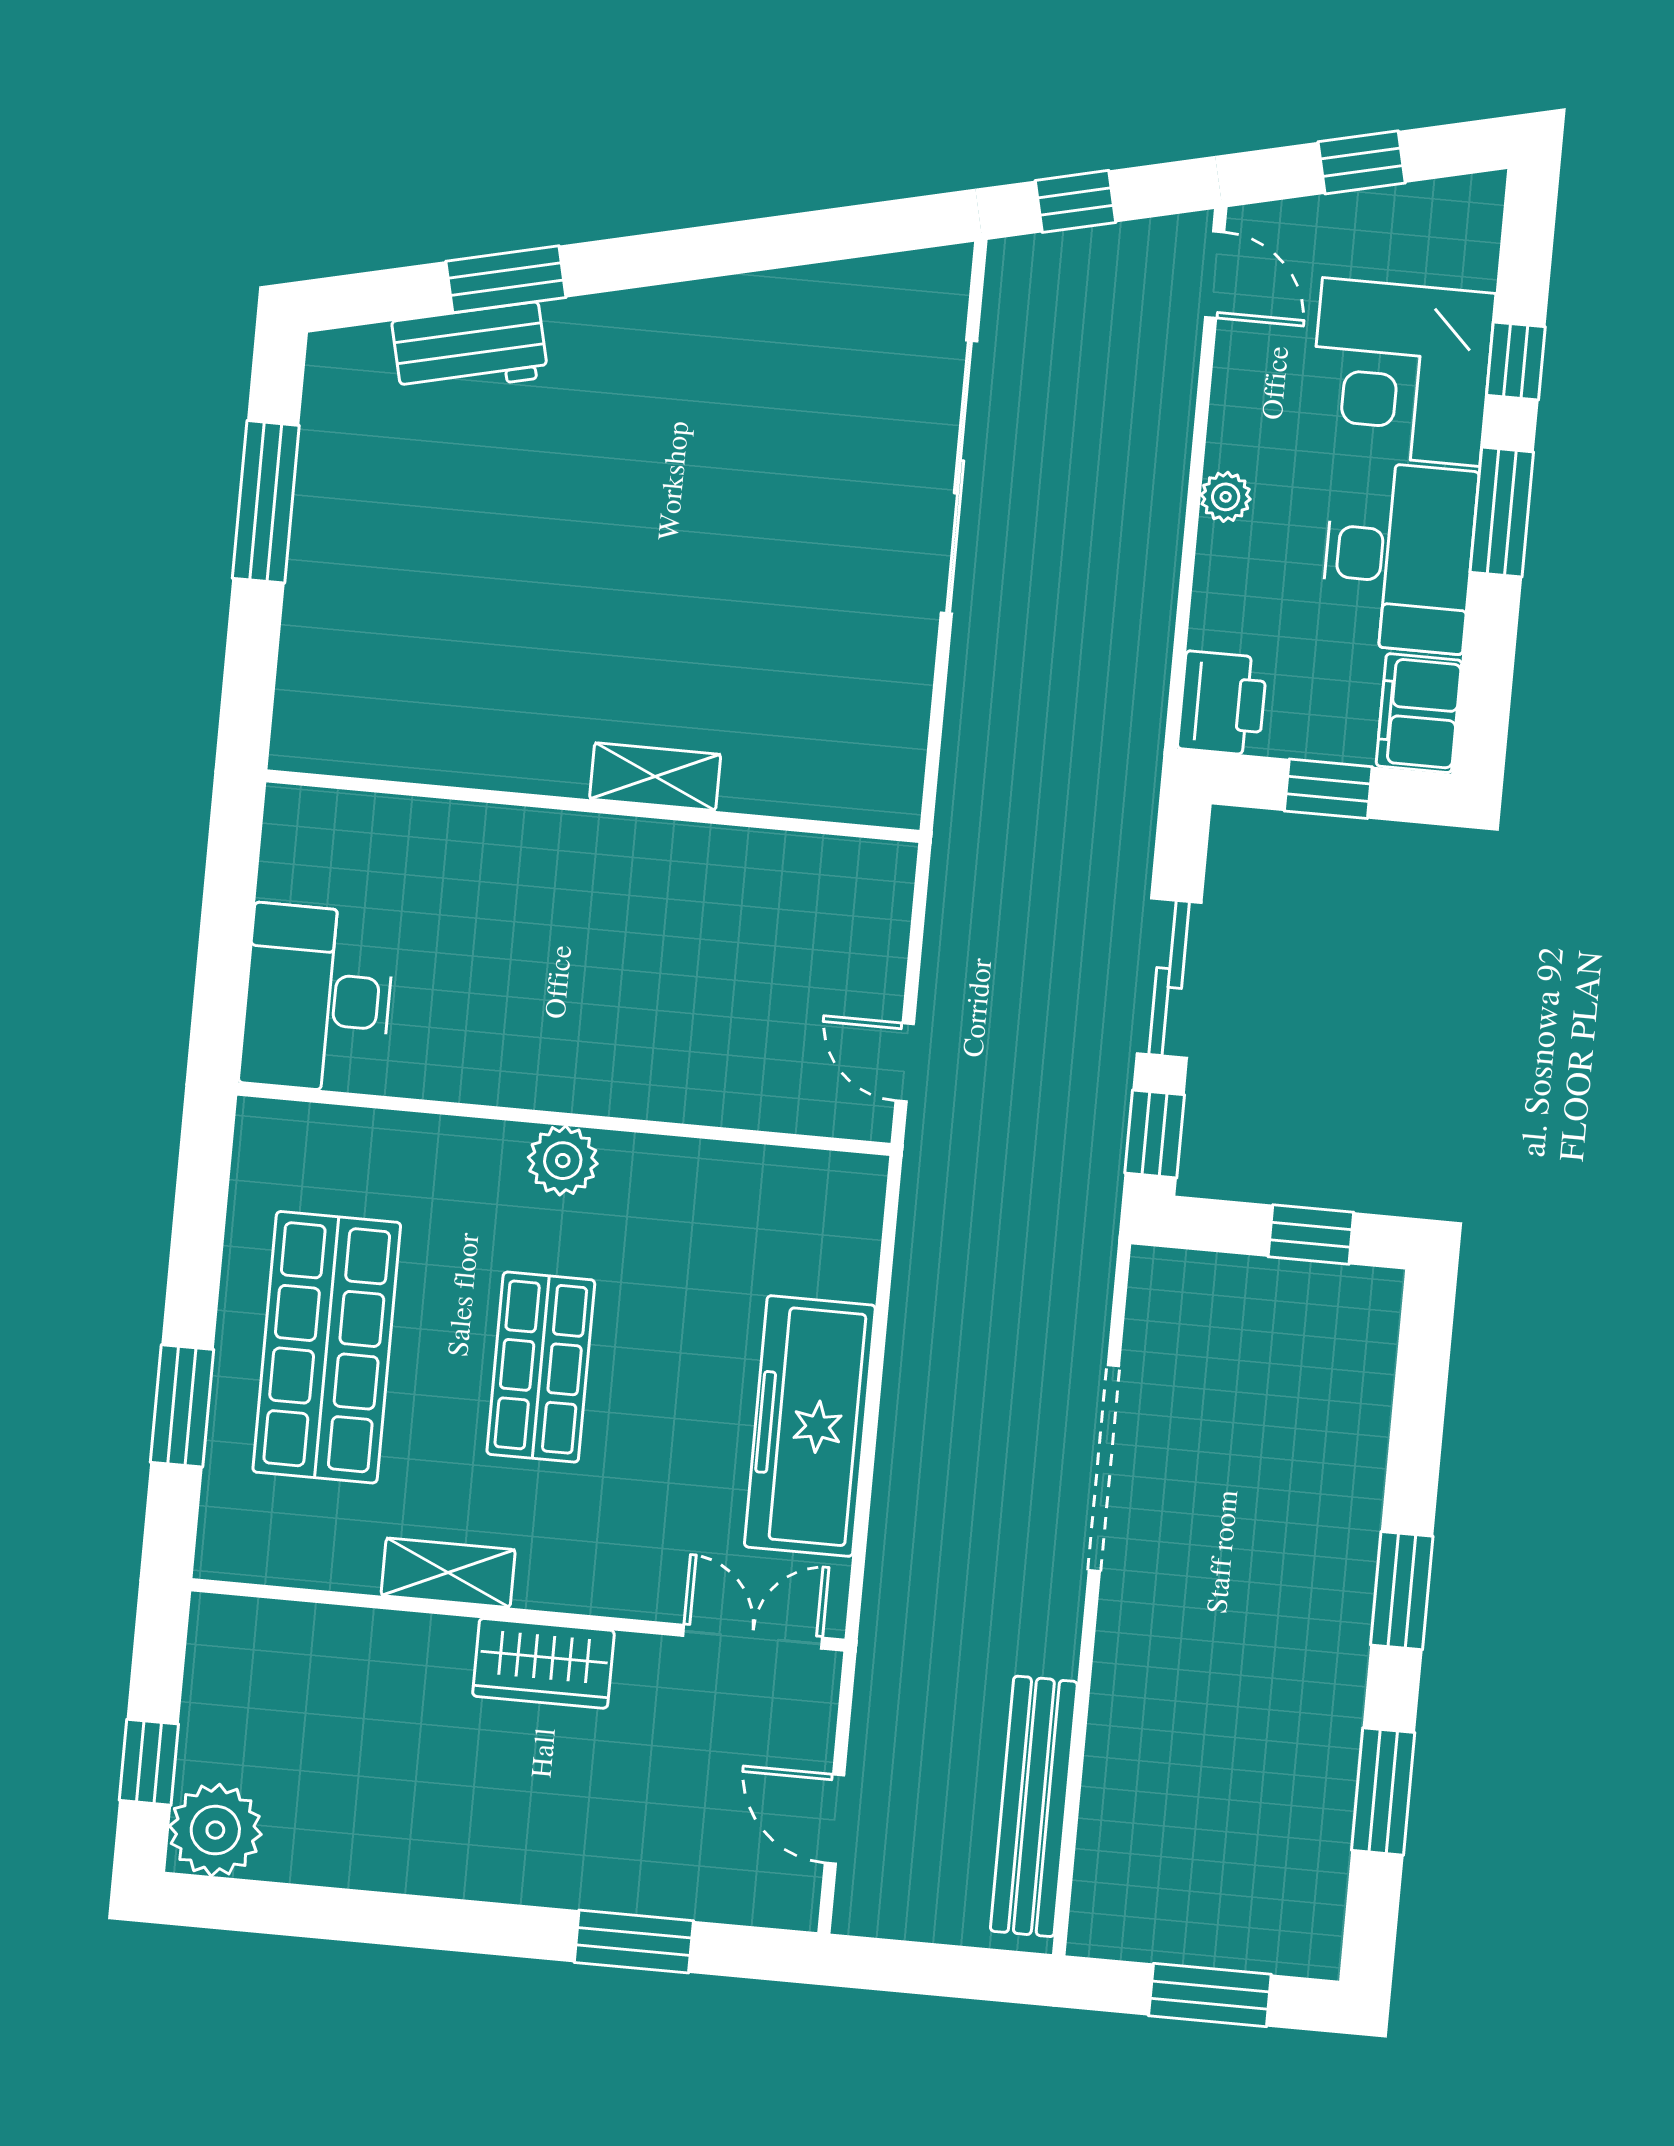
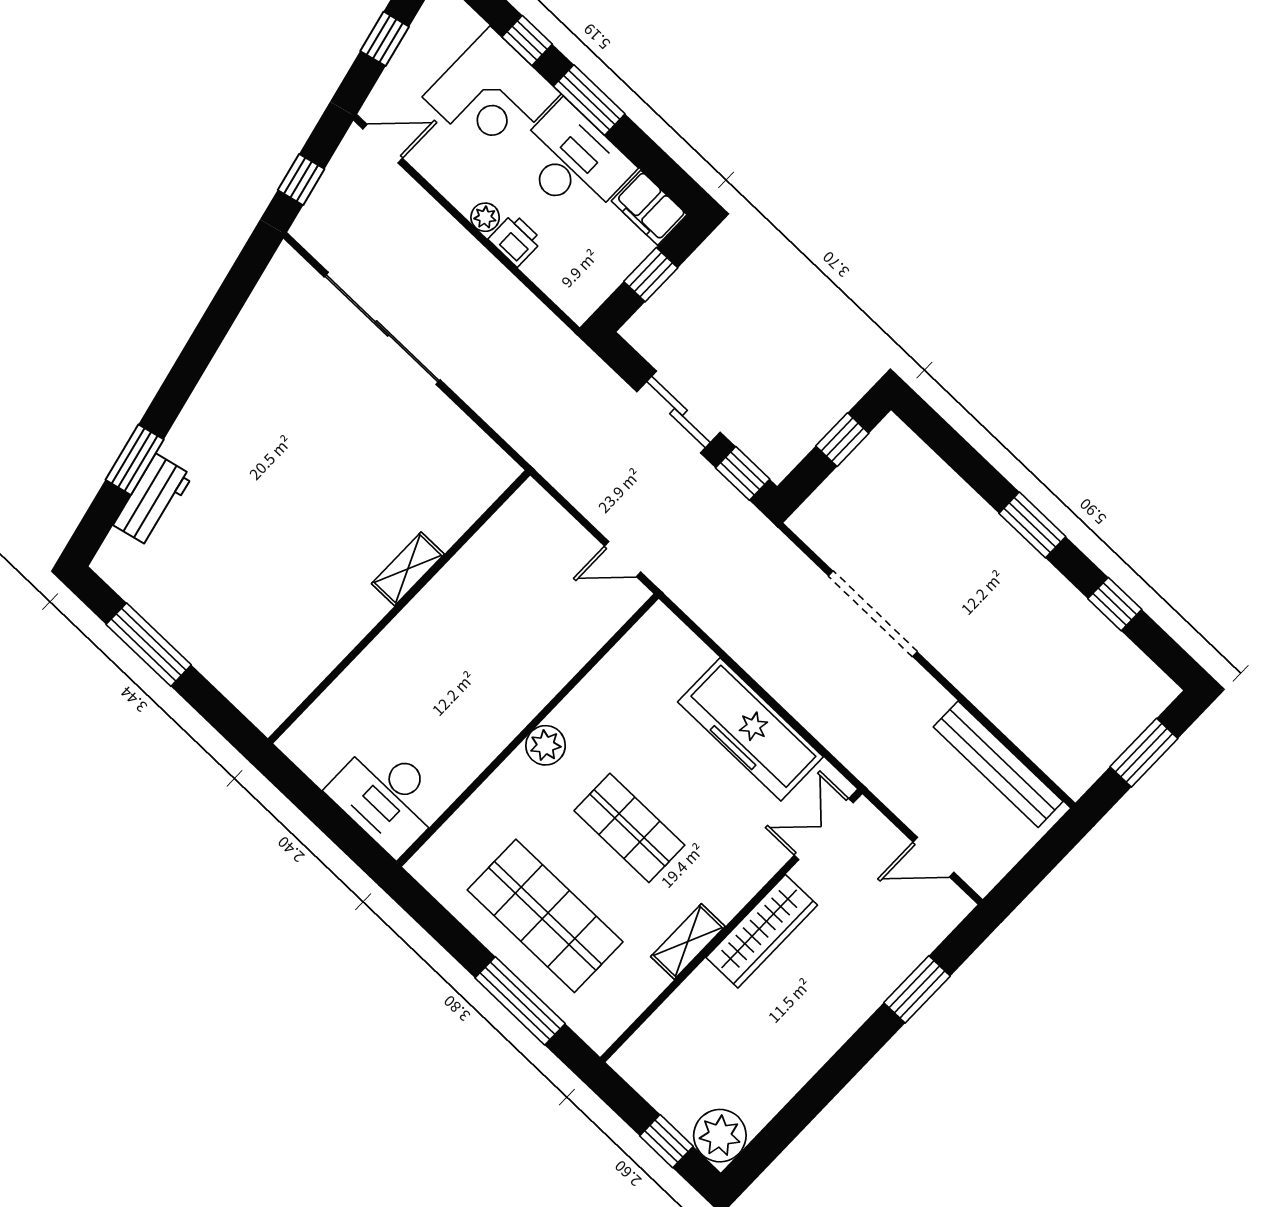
printer: (1222, 703) -> (515, 240), moved, width x0.73, depth x0.81
window: (182, 1406) -> (520, 1001), width x1.44
wardrobe: (543, 1663) -> (762, 931), width x1.50
window: (1383, 1791) -> (1115, 604), width x0.67

